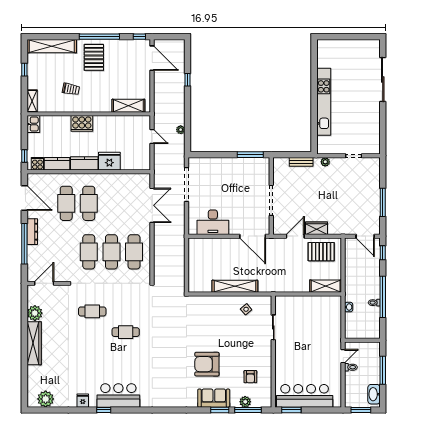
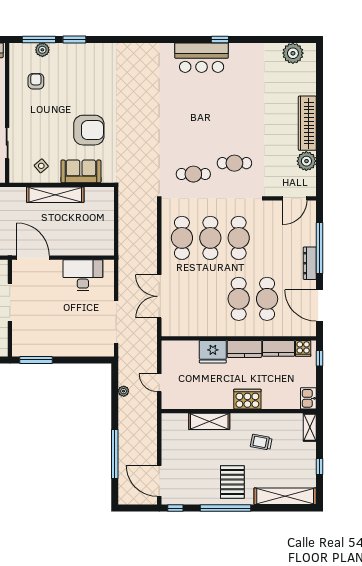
window: (187, 80) -> (115, 454), width x3.17
shelving: (128, 106) -> (209, 421), moved
cafe table: (126, 332) -> (193, 174), moved
armchair: (207, 364) -> (89, 130), moved
sofa: (214, 398) -> (81, 171), moved, turned 180
fridge: (83, 401) -> (246, 51), removed

